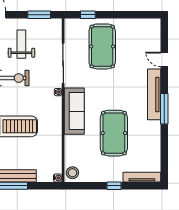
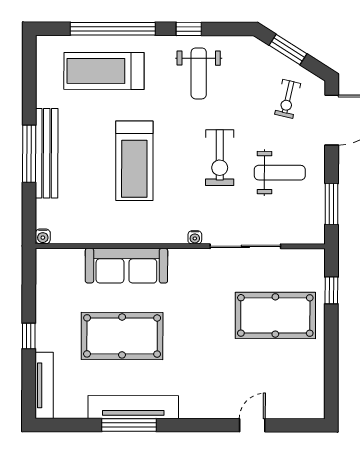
tv unit: (154, 94) -> (133, 407), moved
window: (164, 109) -> (129, 425), moved
sofa: (74, 111) -> (126, 266), moved
stool: (72, 173) -> (52, 262), removed

